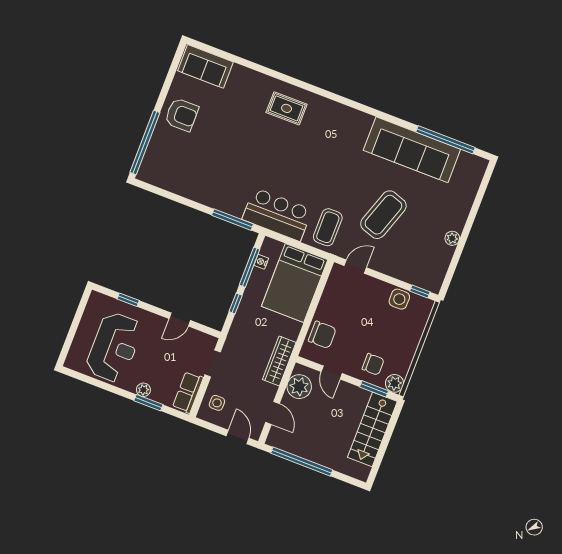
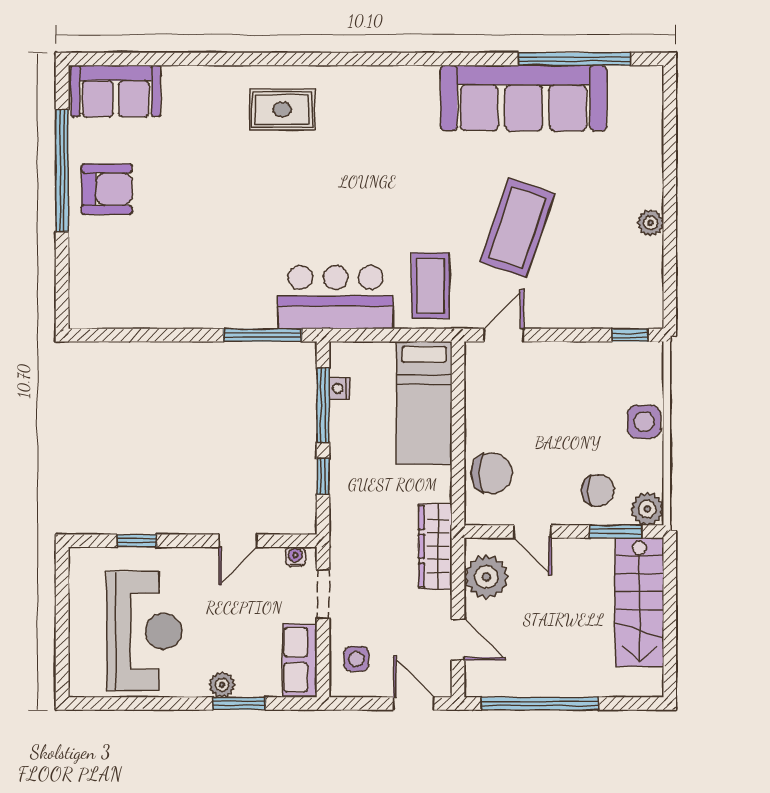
window: (145, 143) -> (62, 170), moved
bed: (295, 283) -> (424, 403), width x0.67
side table: (399, 299) -> (644, 422), moved
water cooler: (206, 339) -> (295, 557), added

